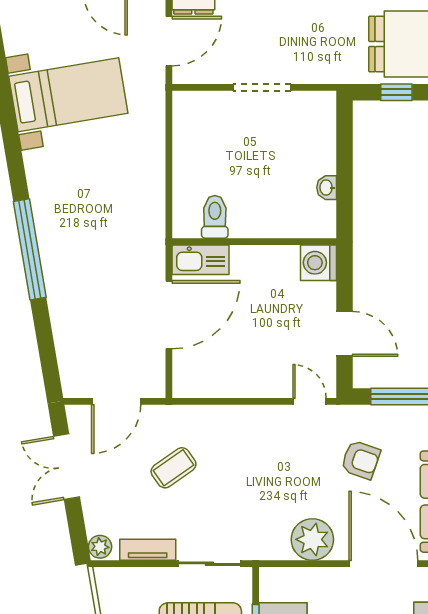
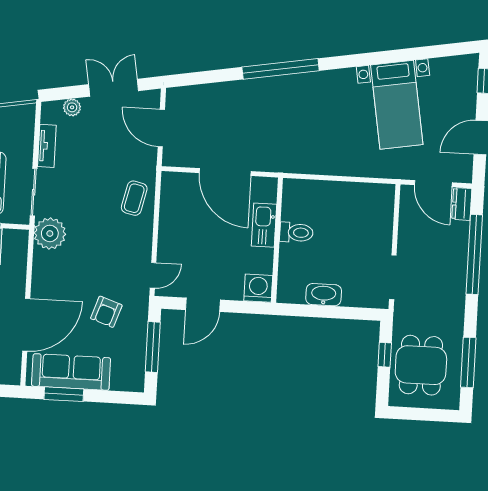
doorway: (262, 87) -> (393, 277), moved
washbasin: (327, 188) -> (324, 295), width x1.91, depth x1.45
toilet: (215, 217) -> (296, 232), moved
kitchen sink: (201, 260) -> (264, 225), moved
coffee table: (174, 468) -> (134, 198), moved, turned 48
plant: (312, 539) -> (50, 233), moved
plant: (100, 547) -> (72, 107), moved

